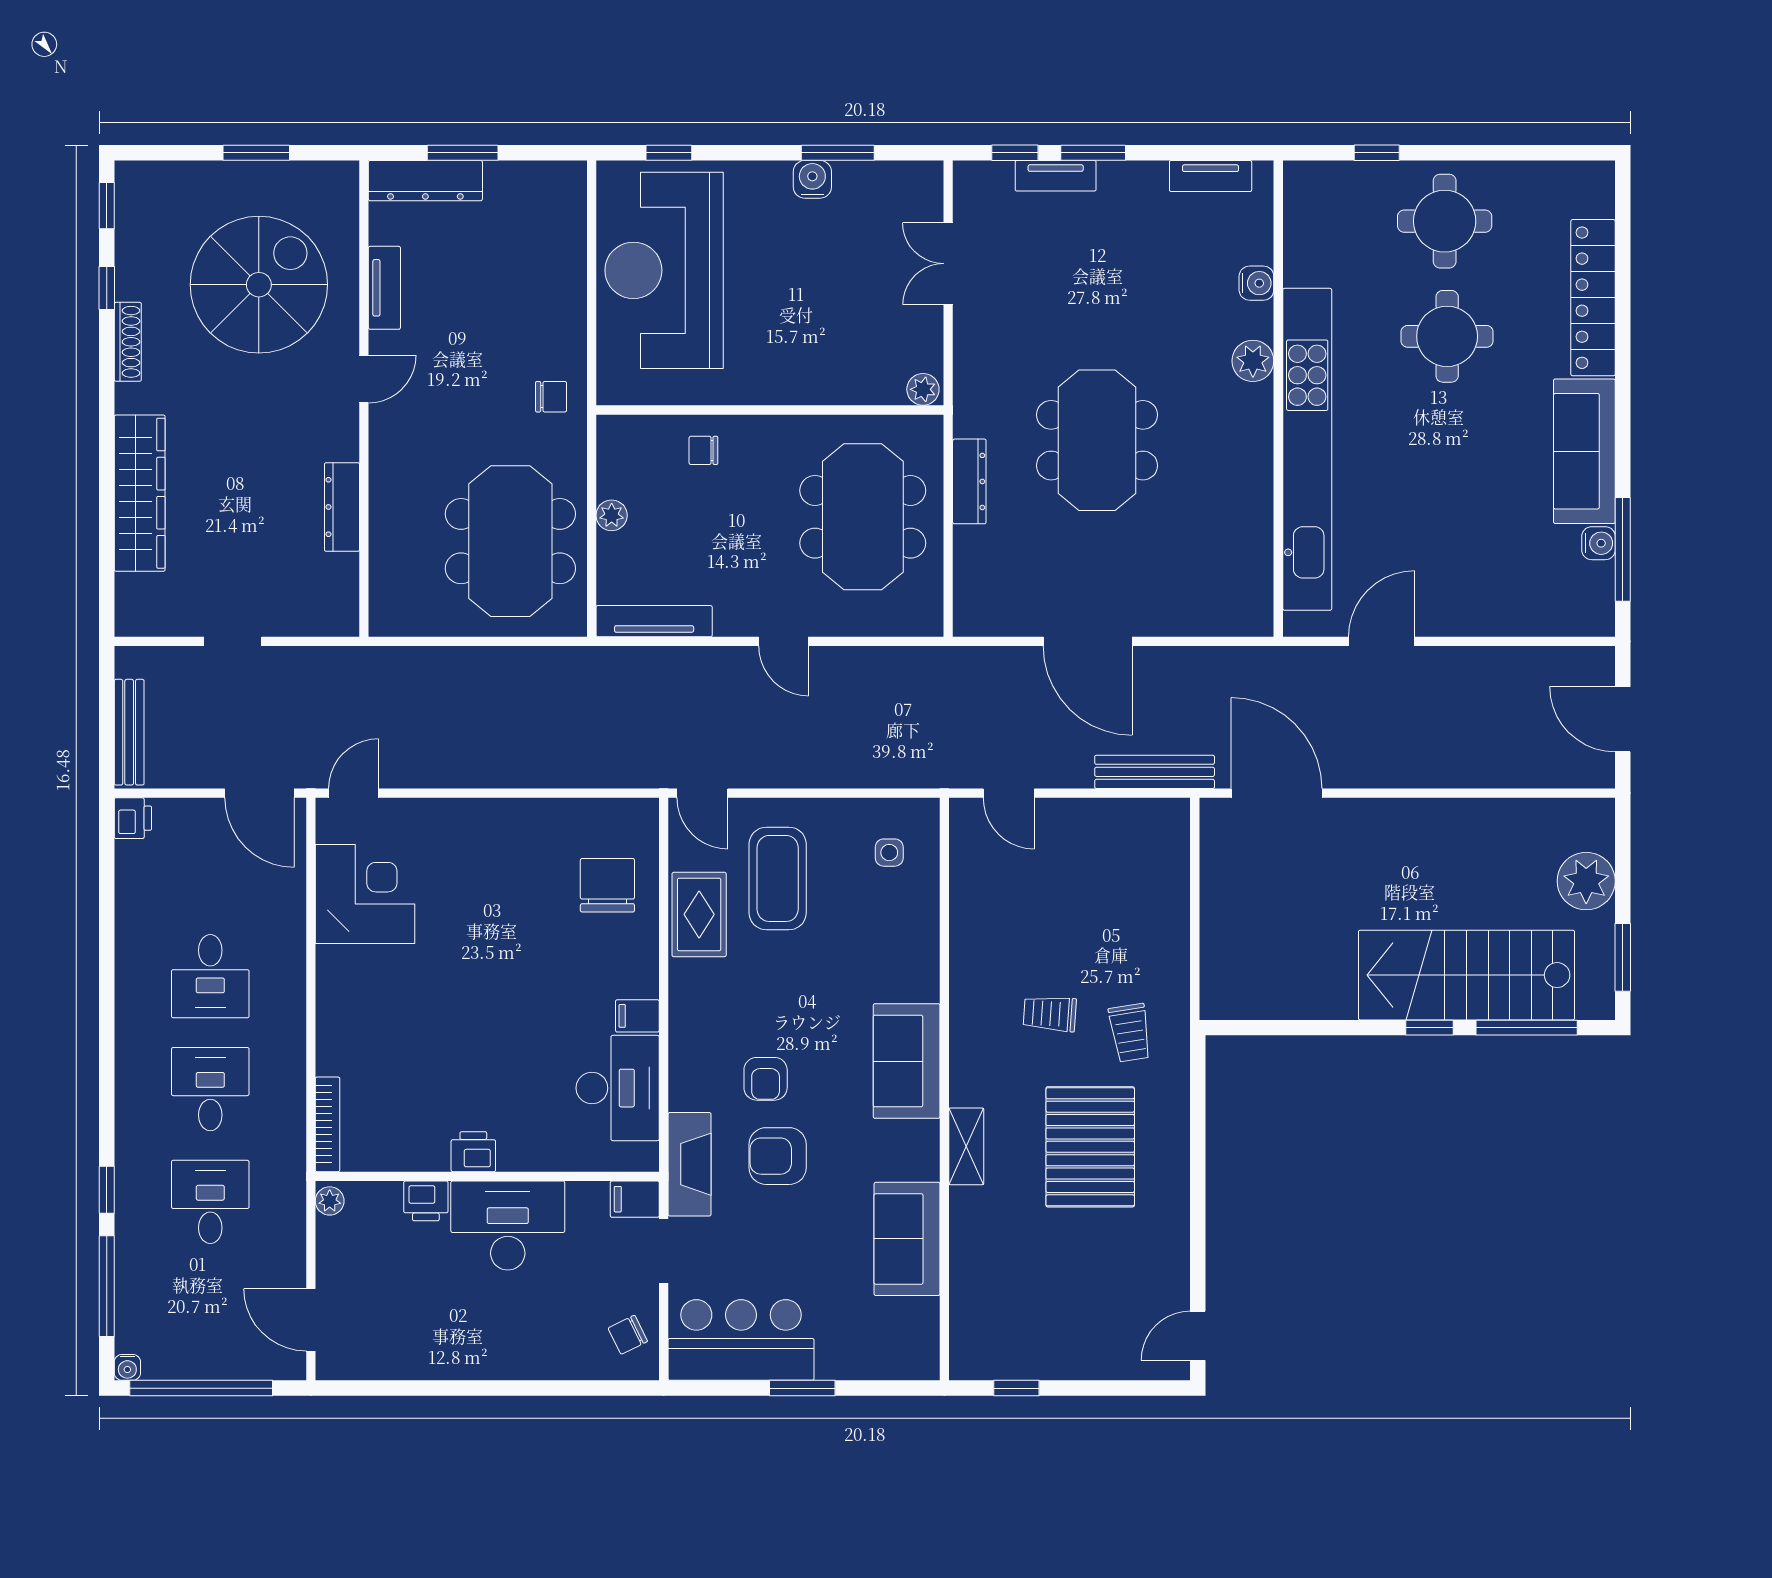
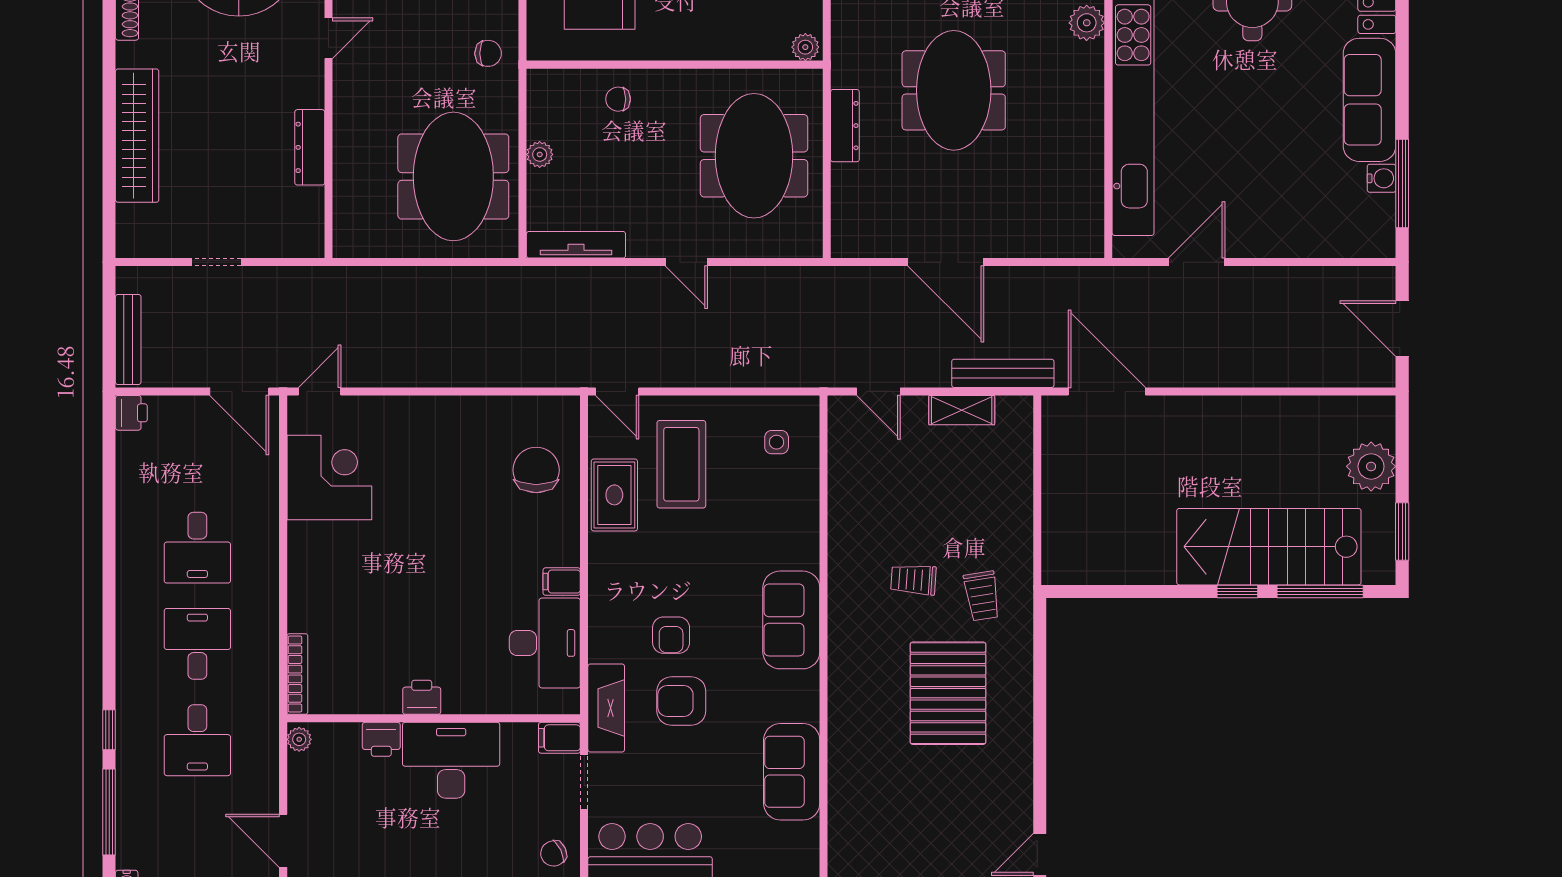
shelving: (966, 1146) -> (962, 410), moved, turned 90
desk: (210, 1202) -> (197, 740), turned 180

